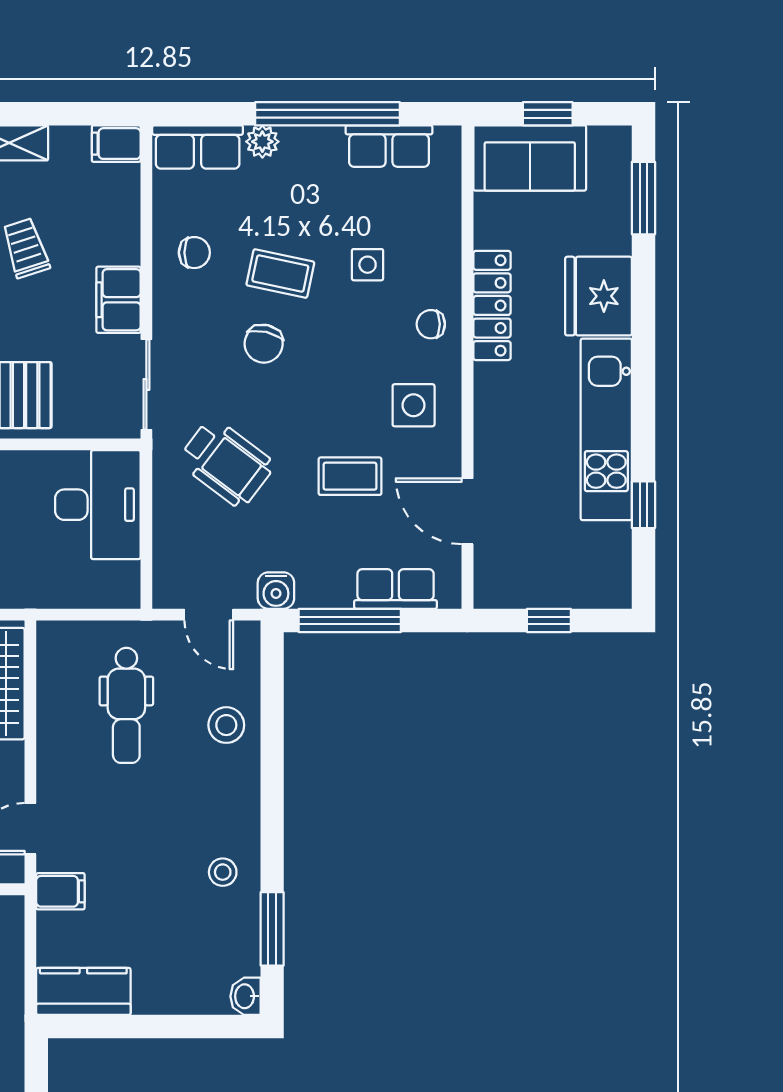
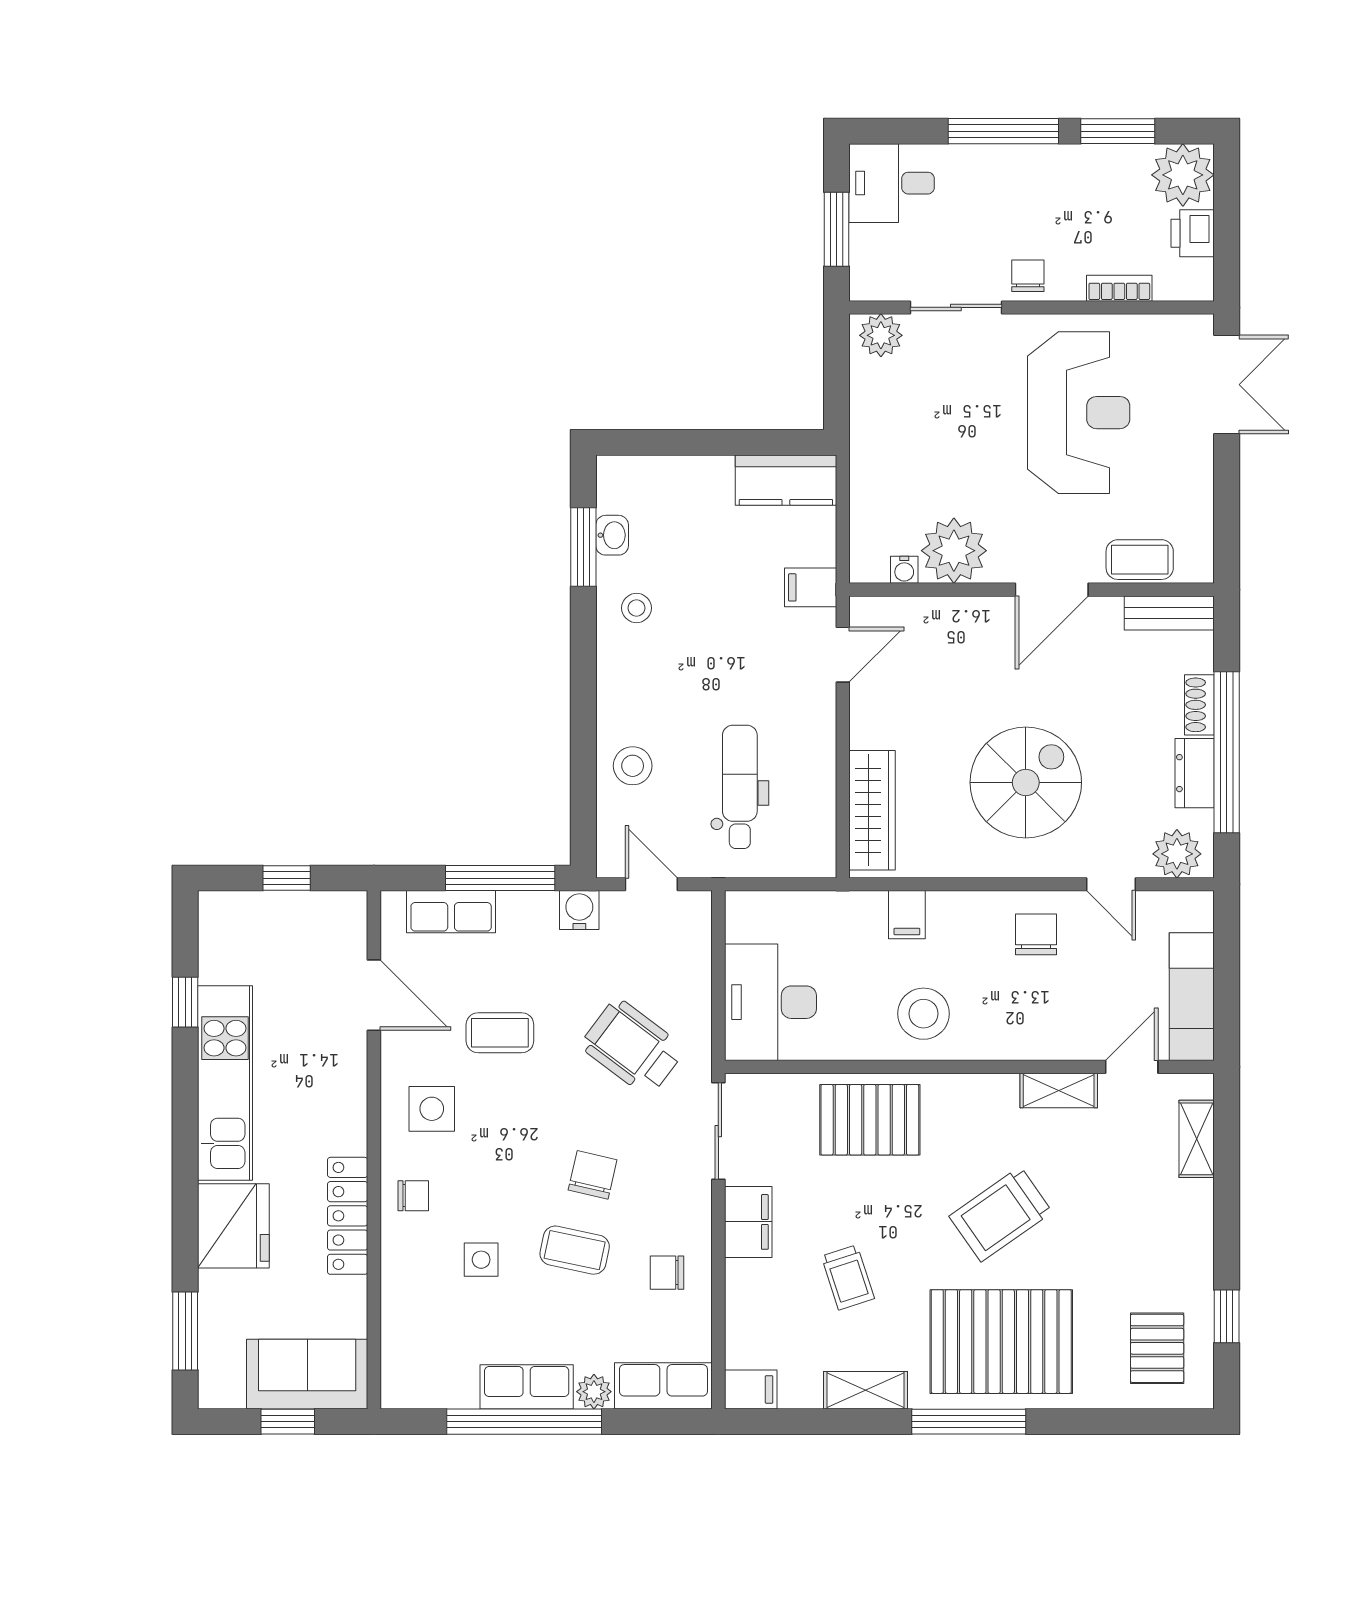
row of seats: (389, 146) -> (527, 1387), moved
washbasin: (245, 996) -> (612, 535), moved

